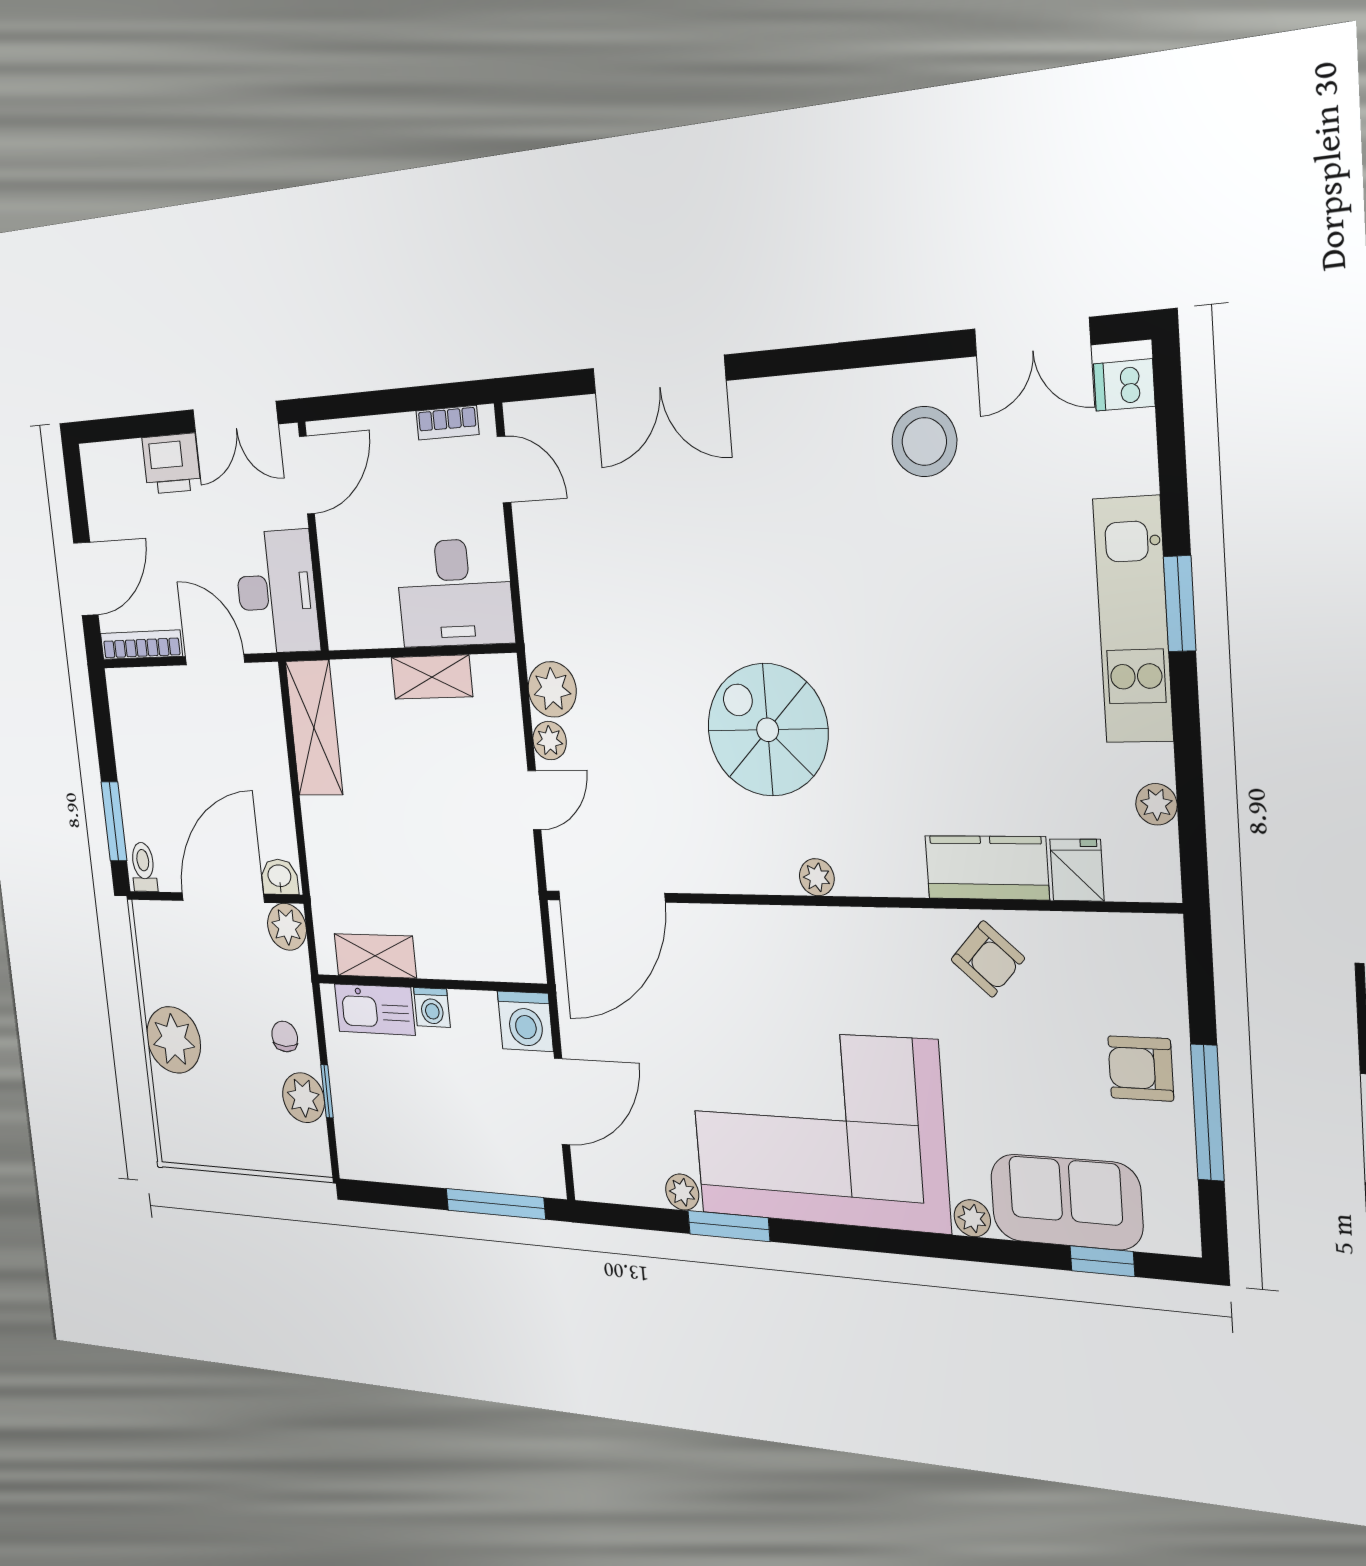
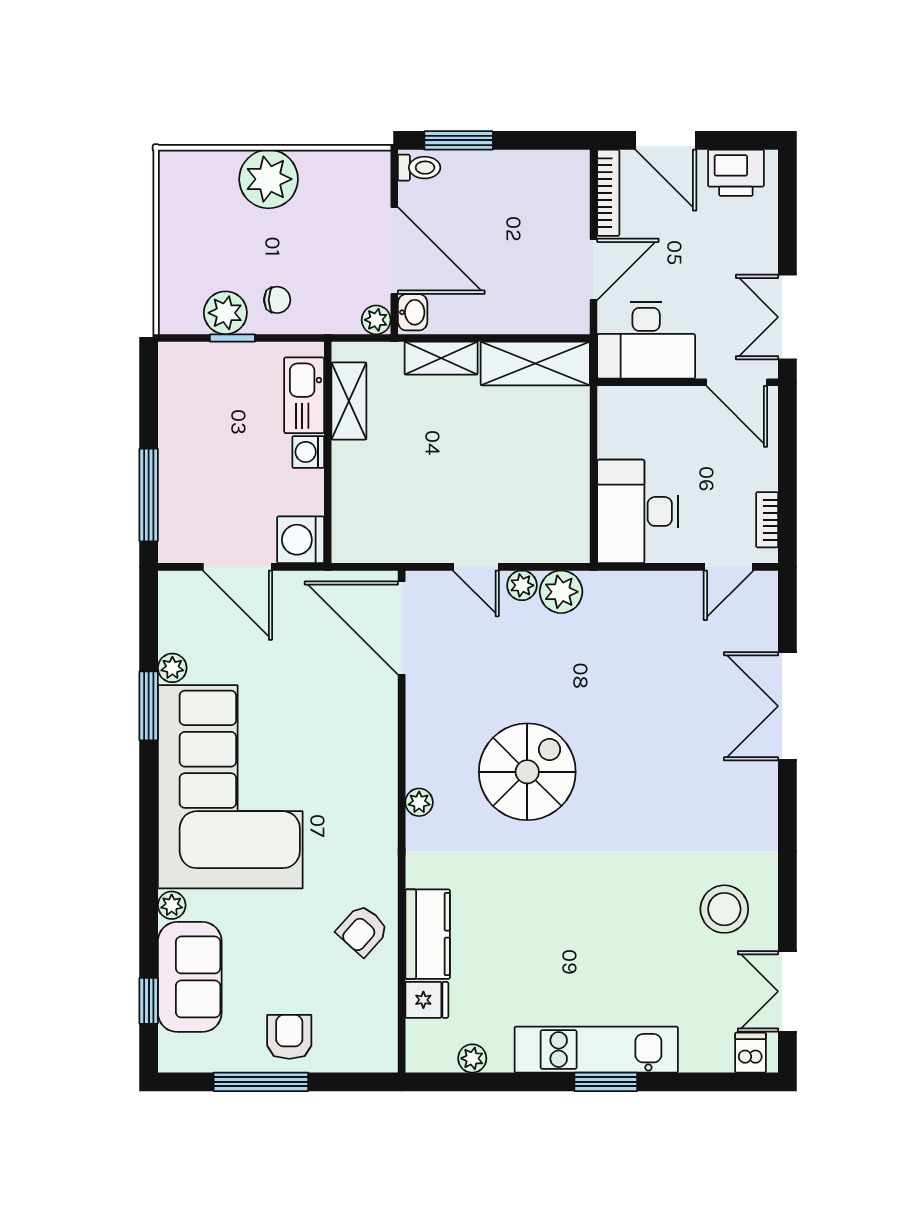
printer: (171, 464) -> (736, 173), moved, turned -90
shelving: (432, 677) -> (441, 358), moved, turned 90
plant: (287, 927) -> (376, 320), width x0.73, depth x0.73

